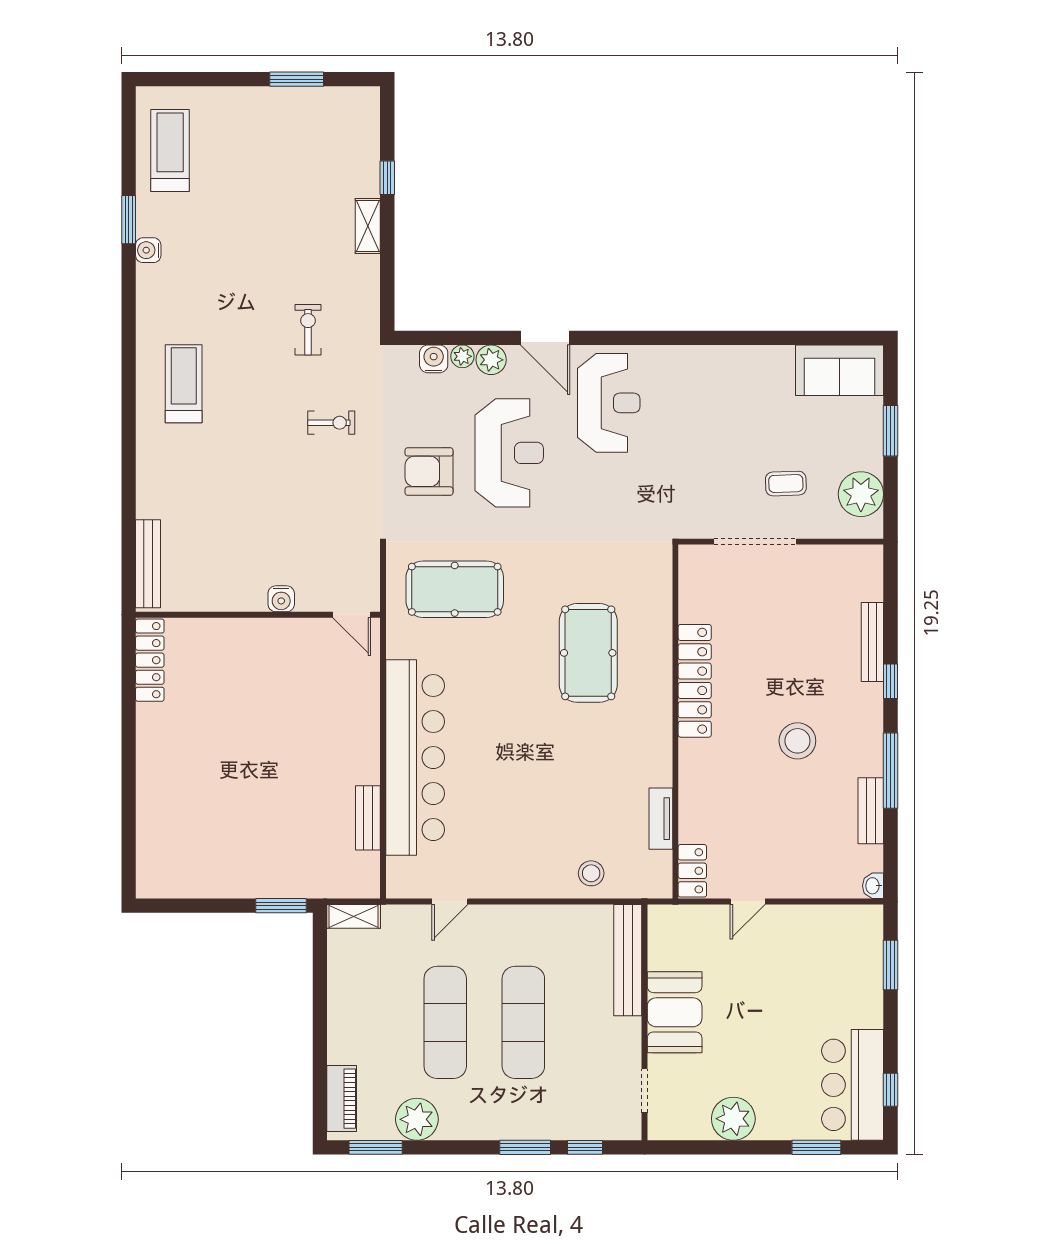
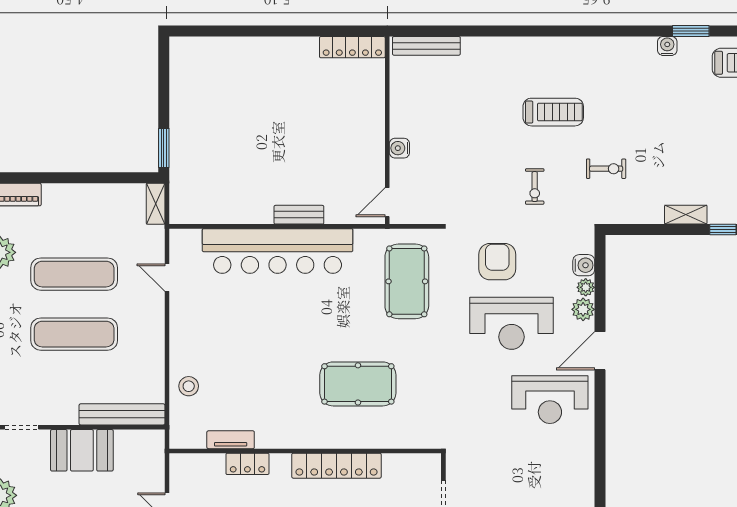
treadmill: (184, 384) -> (553, 112), moved
bench: (368, 818) -> (299, 215), moved
locker: (692, 871) -> (247, 464), moved

